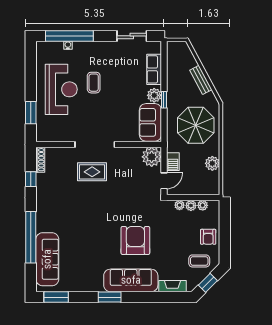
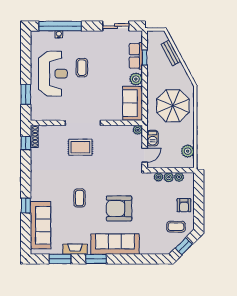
bench: (201, 80) -> (171, 53), moved
window: (164, 100) -> (145, 58), moved
plant: (152, 157) -> (138, 130), width x0.53, depth x0.53
plant: (212, 163) -> (188, 151), moved
window: (31, 179) -> (26, 143), moved
coffee table: (91, 229) -> (80, 198), added
window: (31, 237) -> (26, 206), width x0.32
armchair: (135, 240) -> (119, 208), turned -90
fireplace: (172, 286) -> (75, 249), moved
window: (56, 297) -> (60, 259), moved

